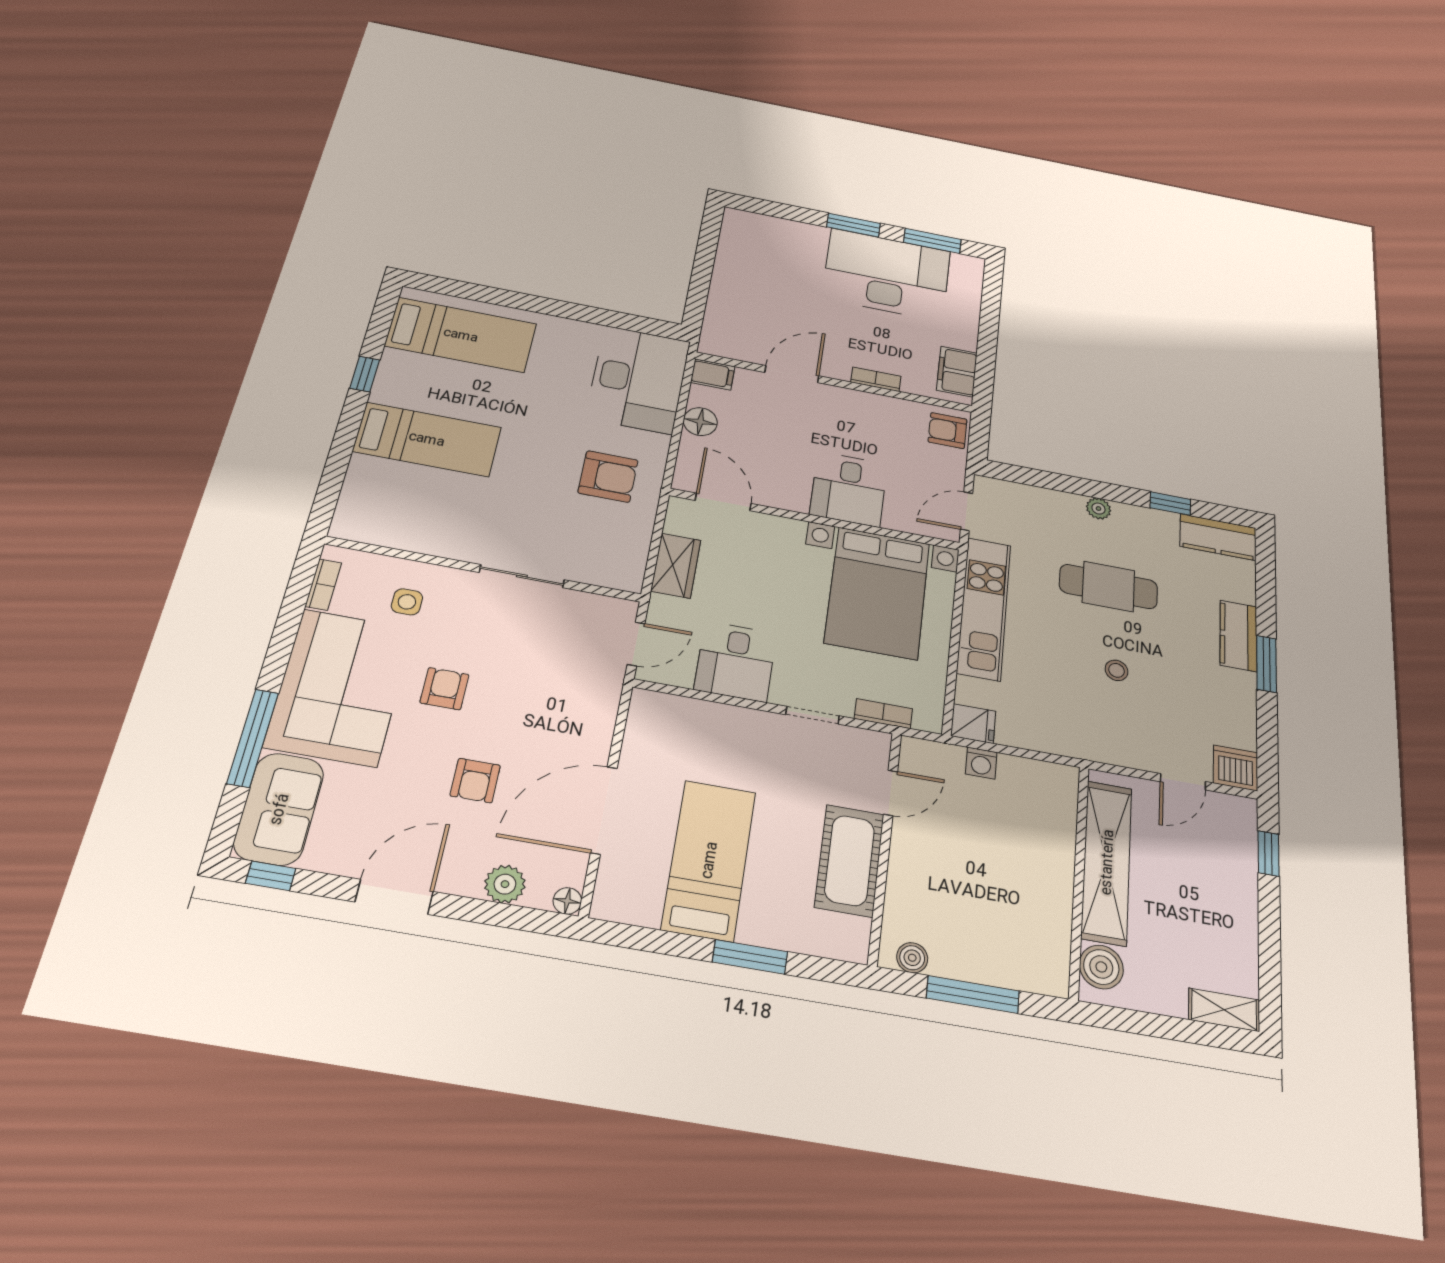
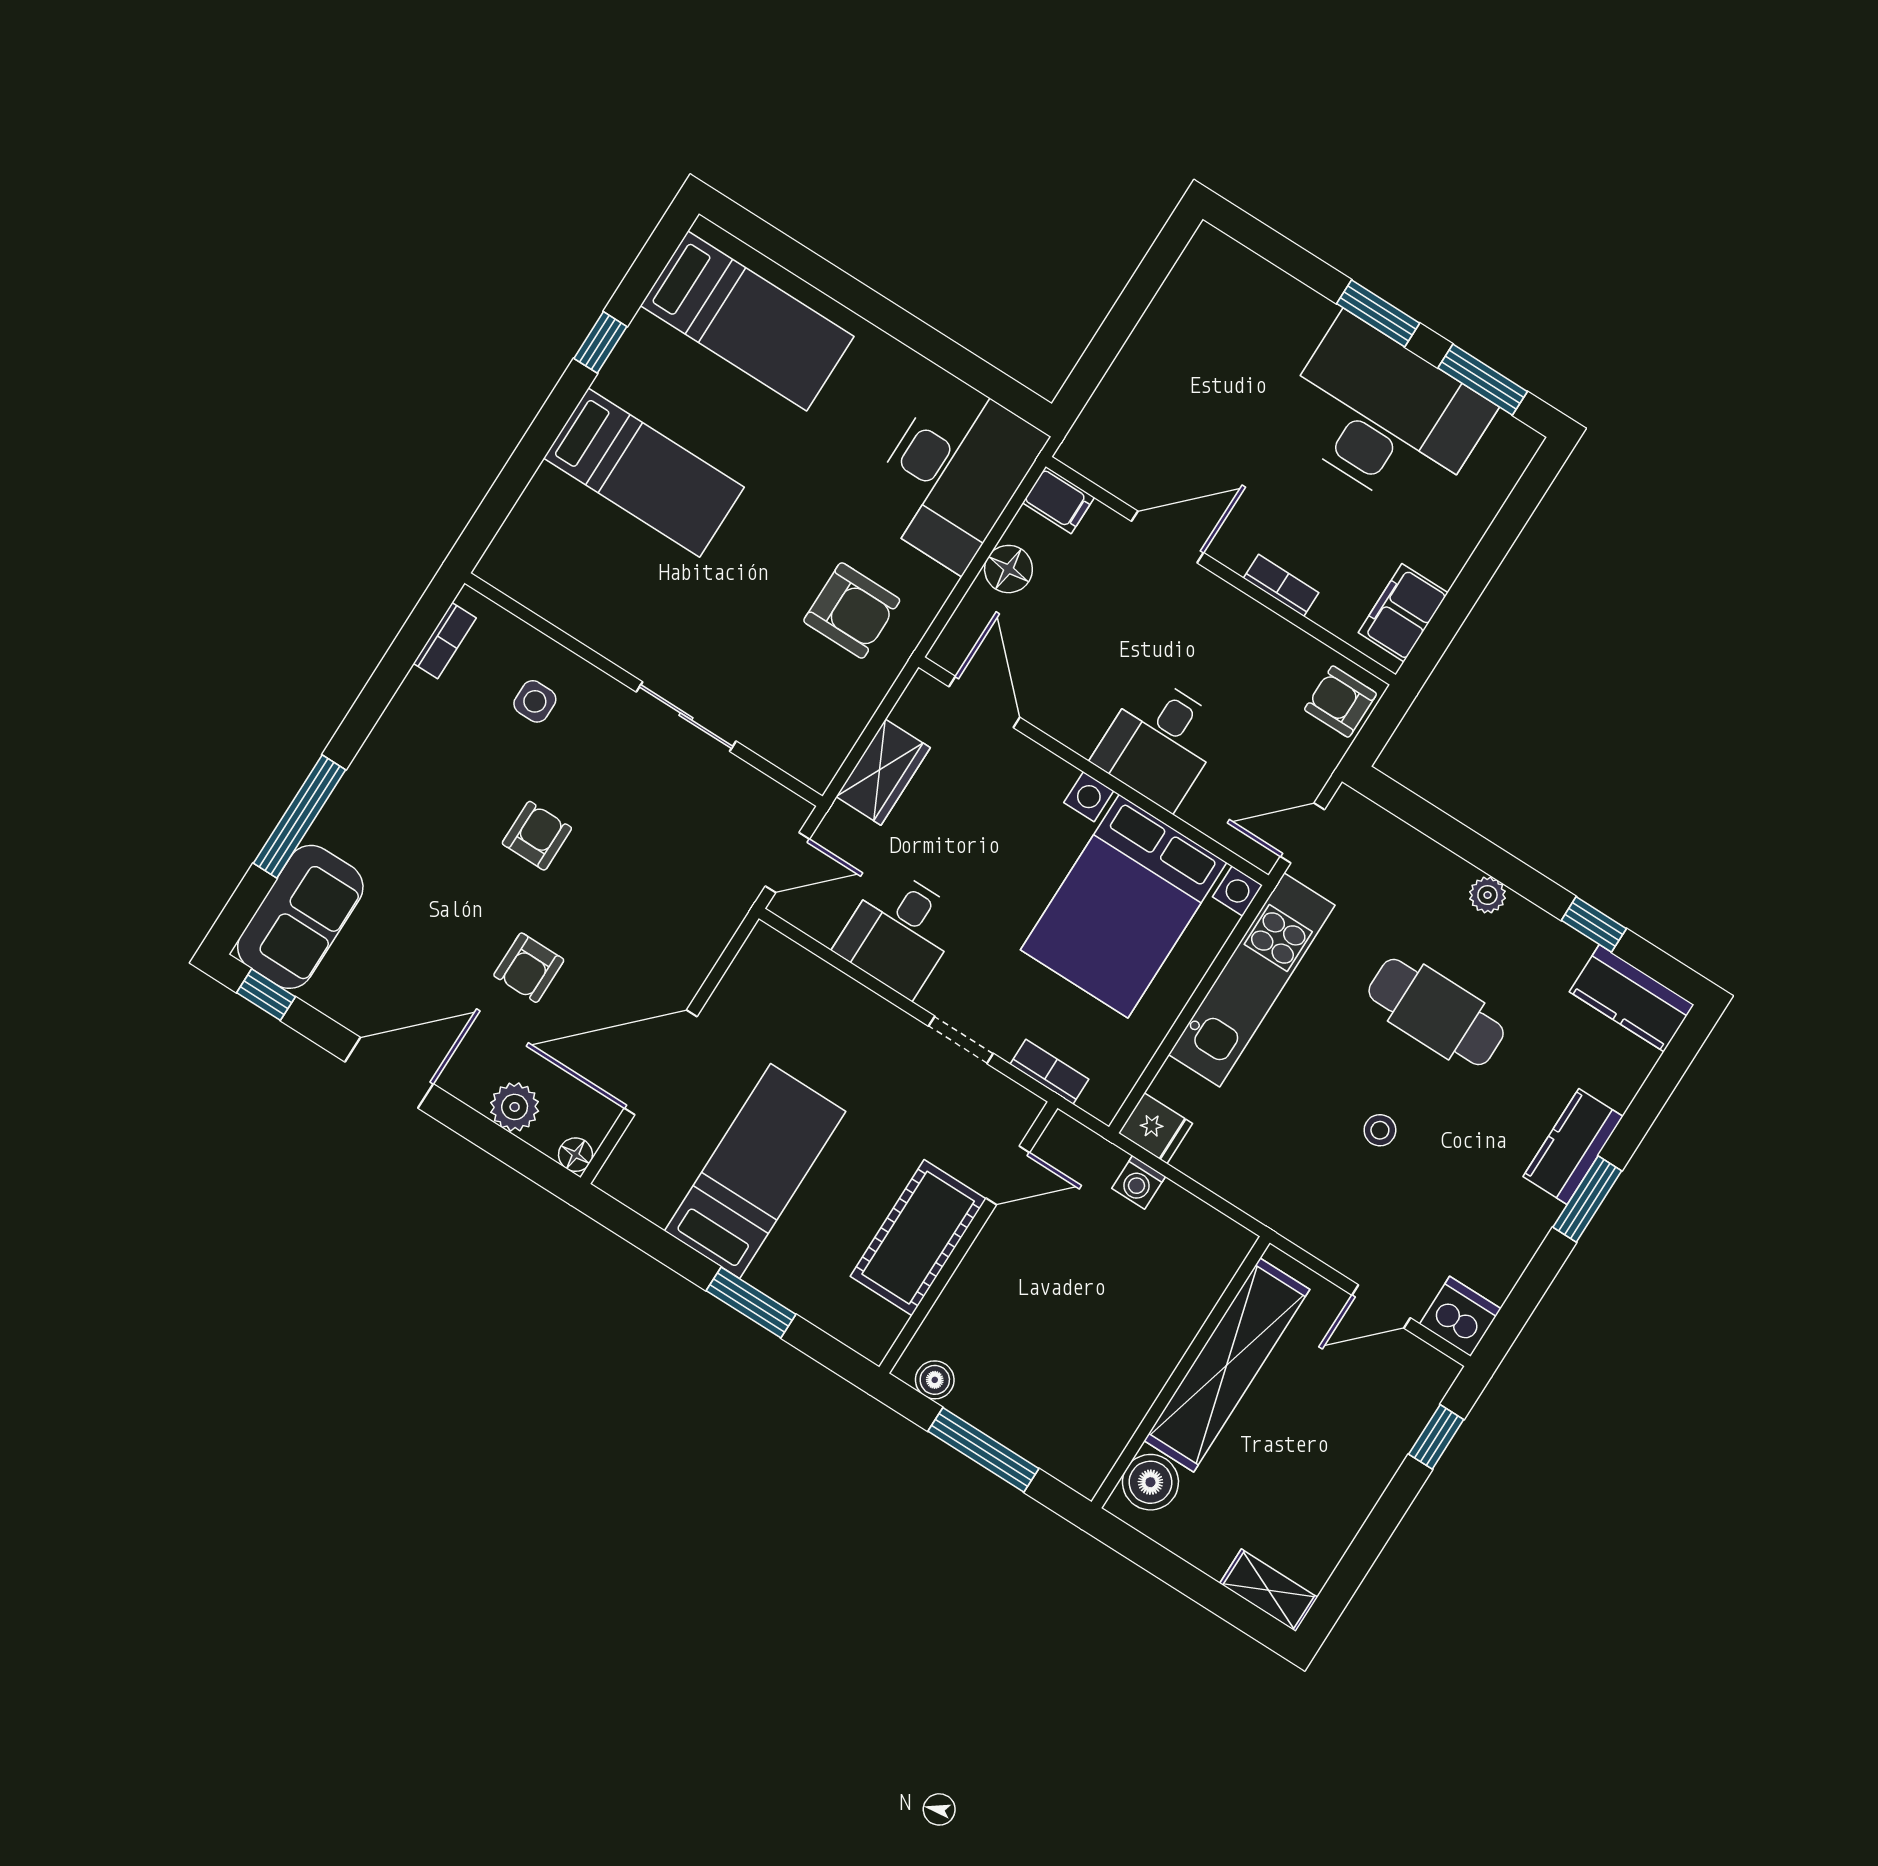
corner sofa: (340, 687) -> (418, 787), removed

